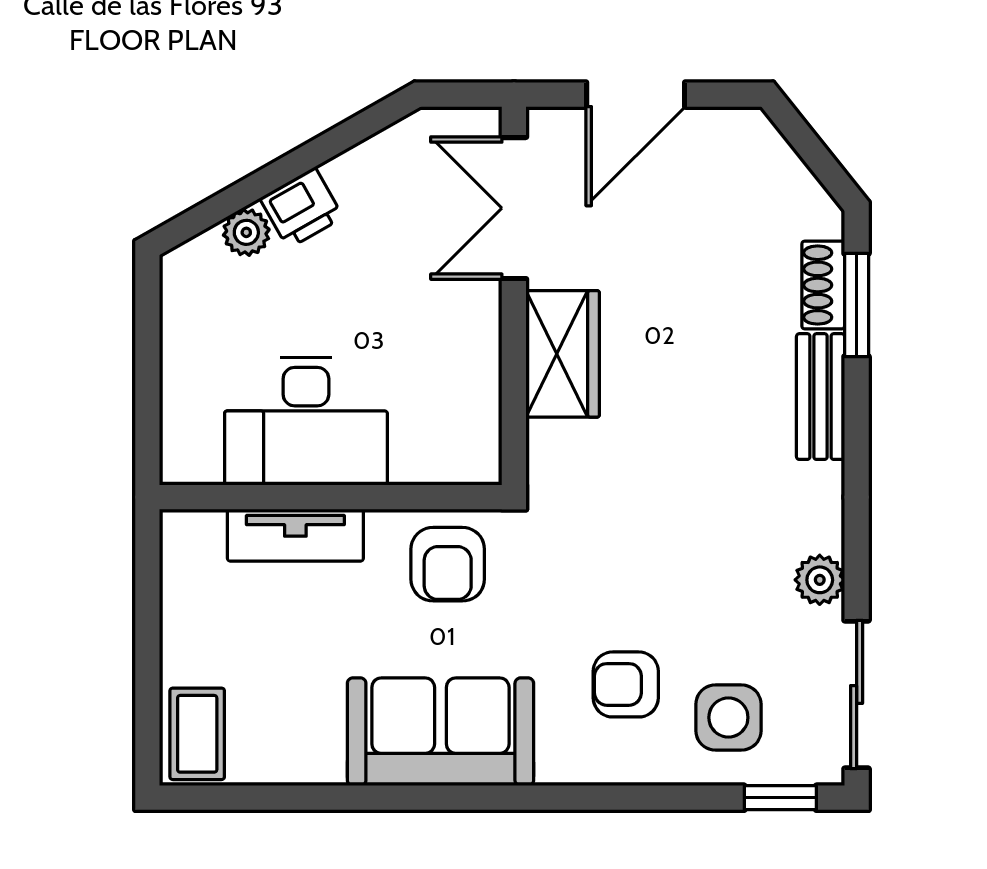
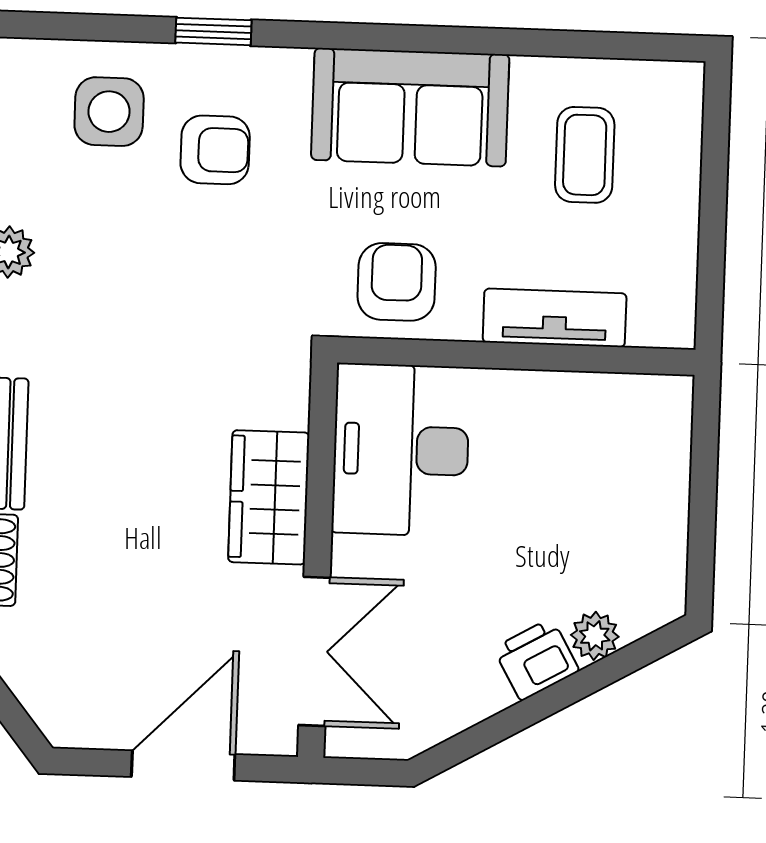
desk: (306, 421) -> (401, 450), moved, turned -90
coffee table: (197, 734) -> (585, 155), moved
window: (780, 798) -> (213, 31), moved

